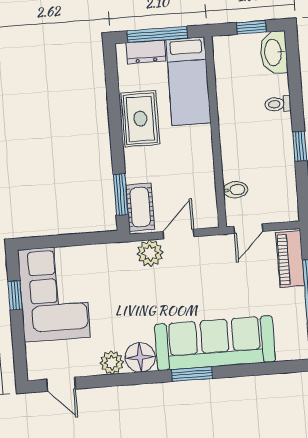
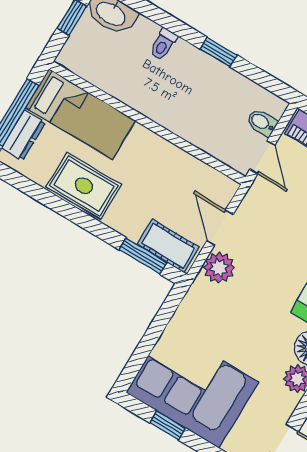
bidet: (235, 190) -> (262, 122), moved, turned -90

